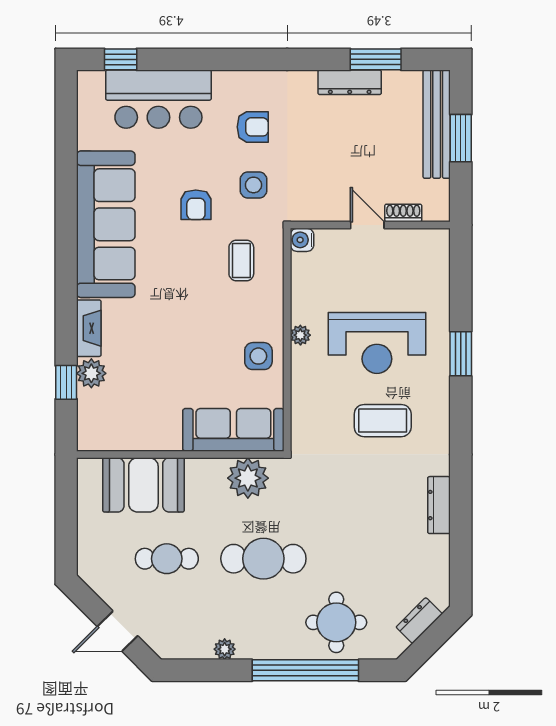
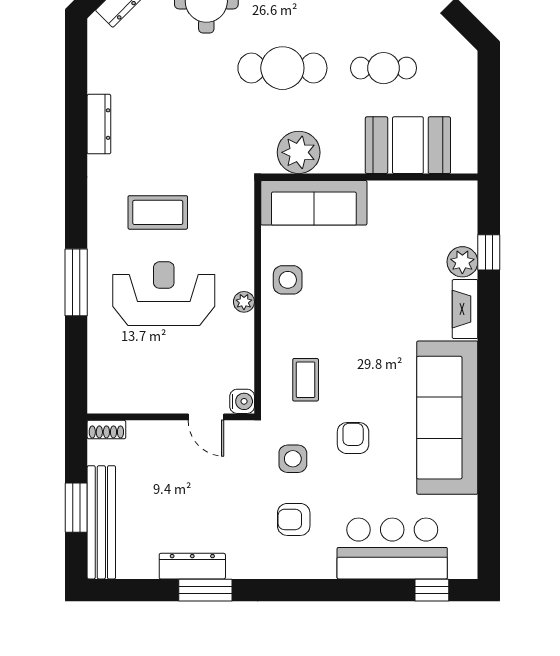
window: (376, 59) -> (205, 590), moved
shoe rack: (403, 213) -> (106, 430), moved
door: (367, 225) -> (206, 417), moved
window: (461, 354) -> (76, 282), width x1.44

